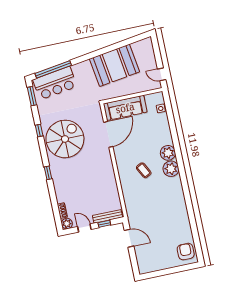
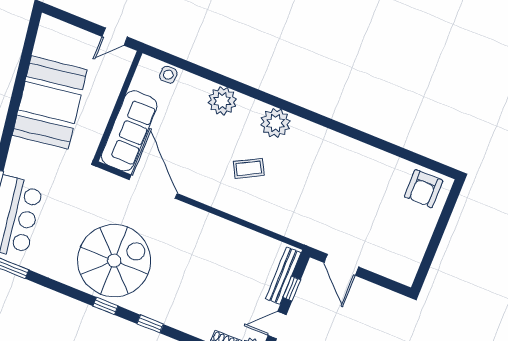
window: (39, 131) -> (105, 306), moved
spiral stairs: (65, 139) -> (114, 261), turned 90
plant: (168, 153) -> (222, 101), moved
door: (129, 238) -> (341, 265), swing flipped
armchair: (186, 252) -> (424, 189), turned -90

